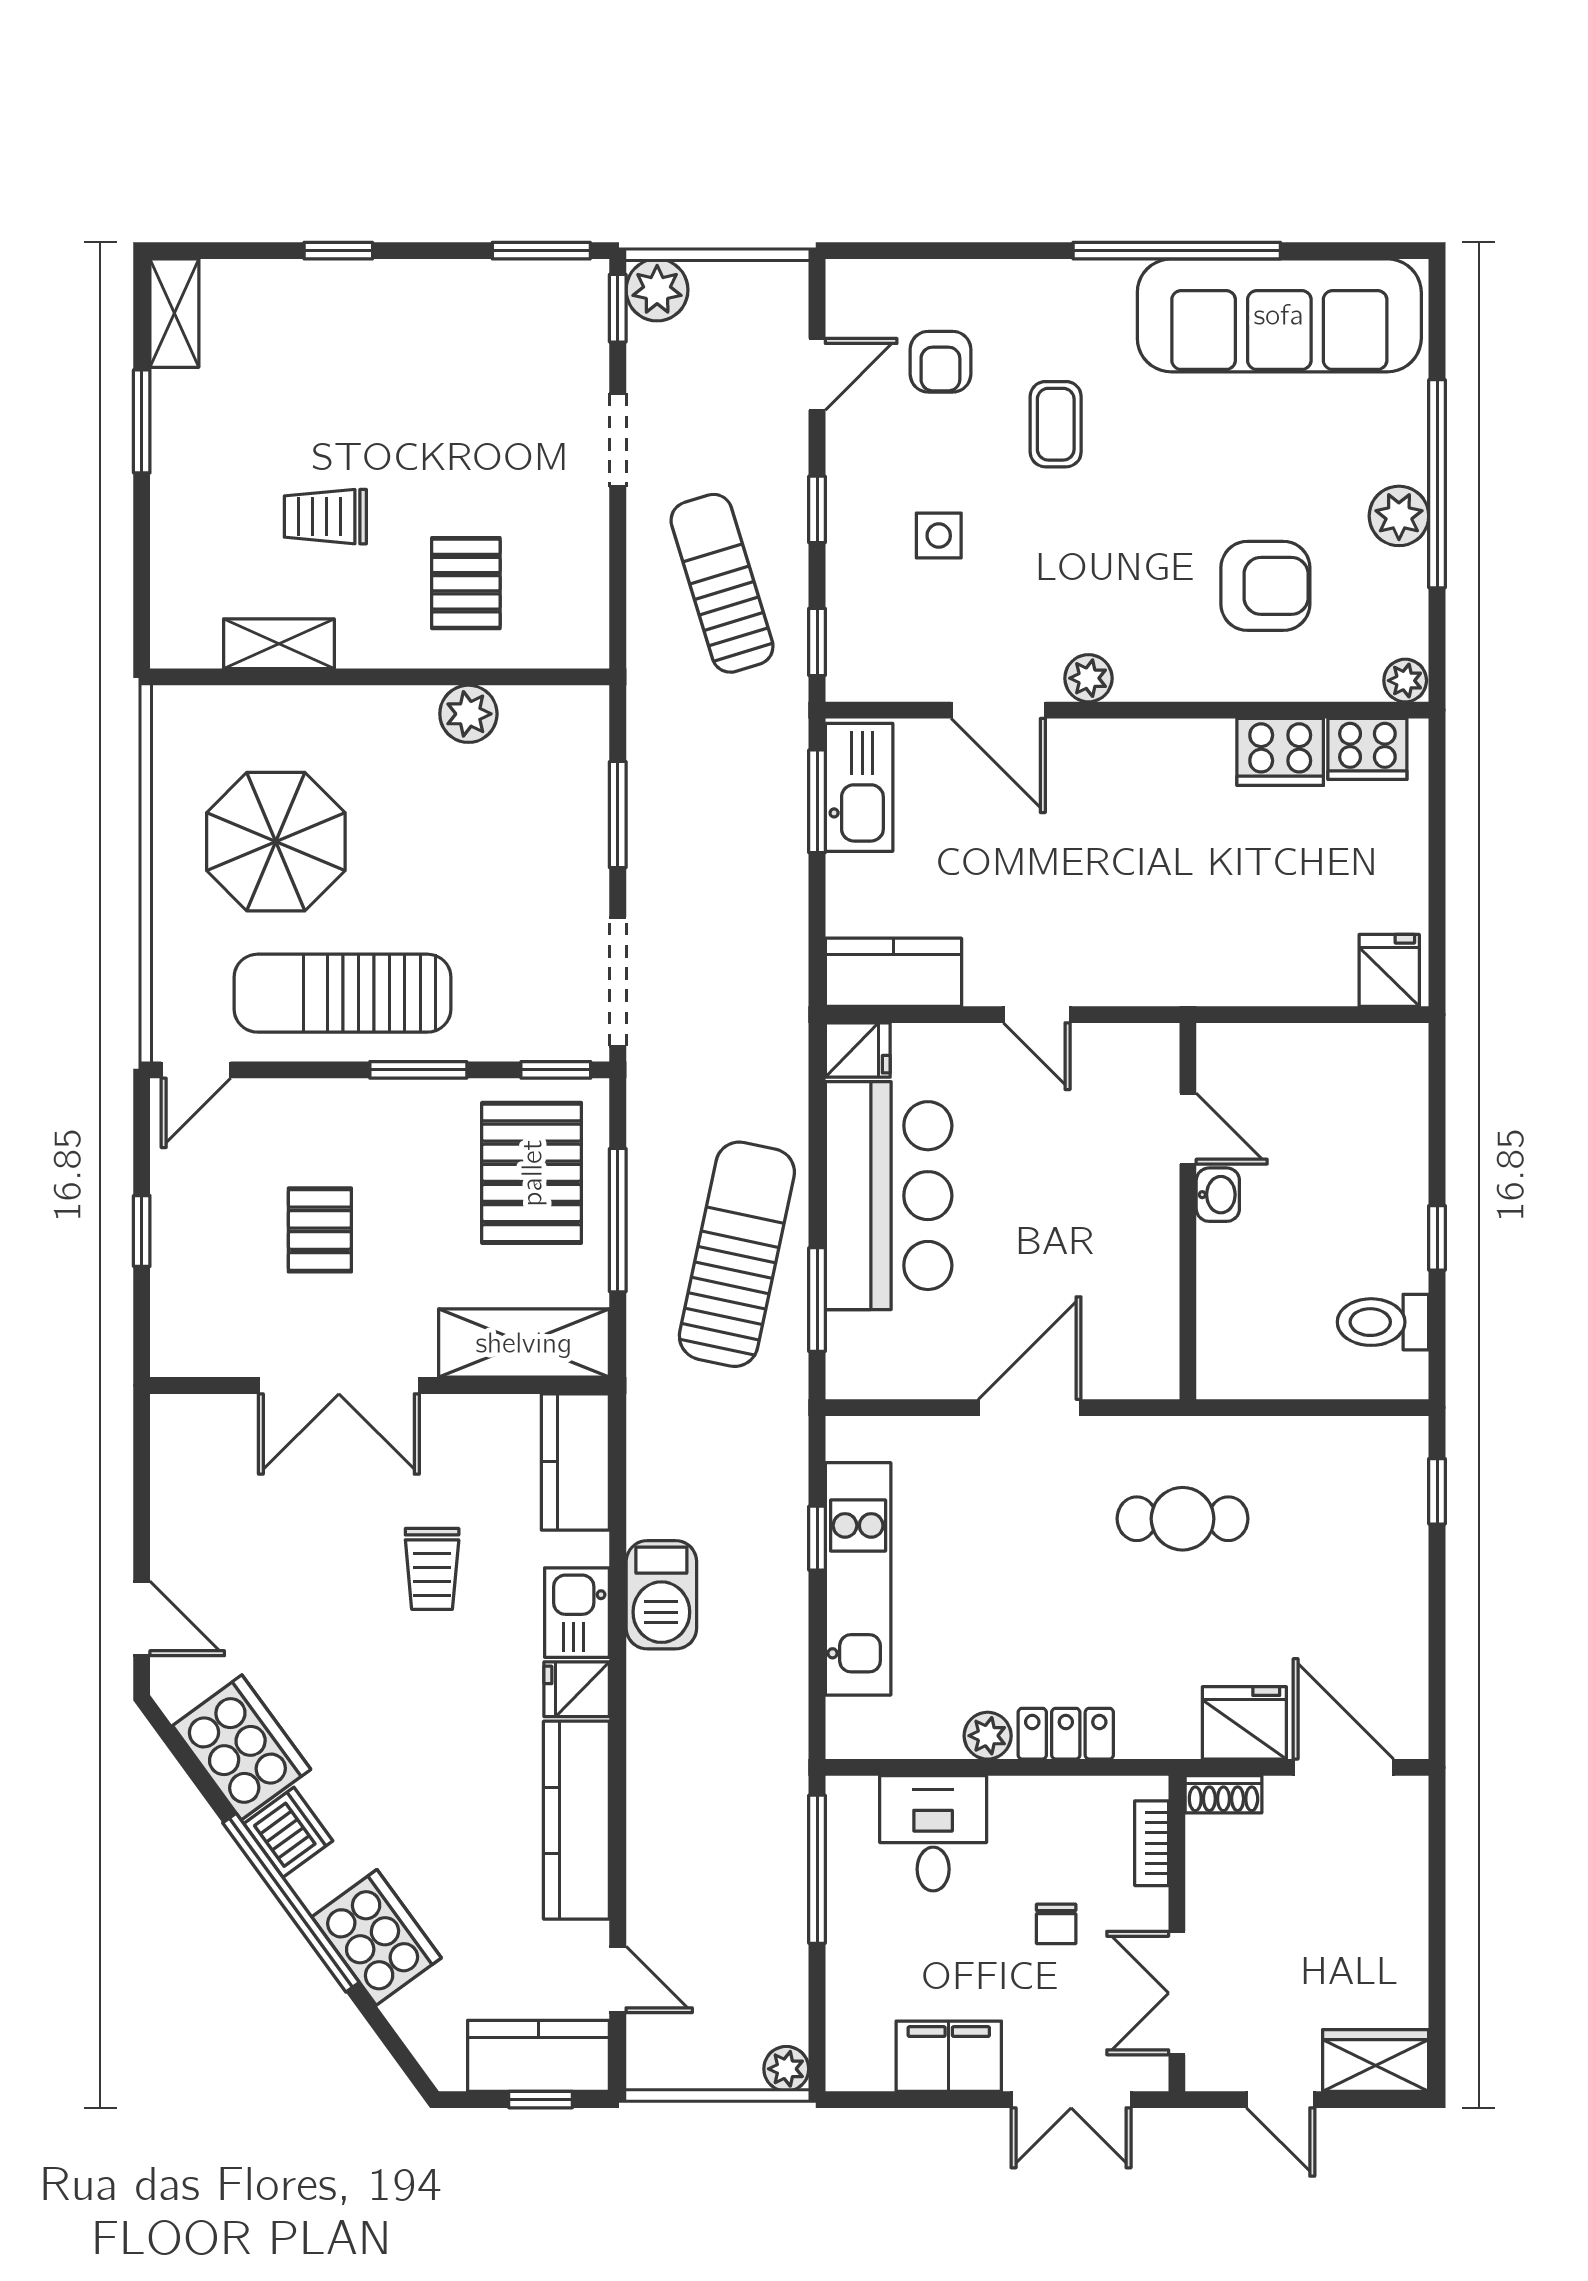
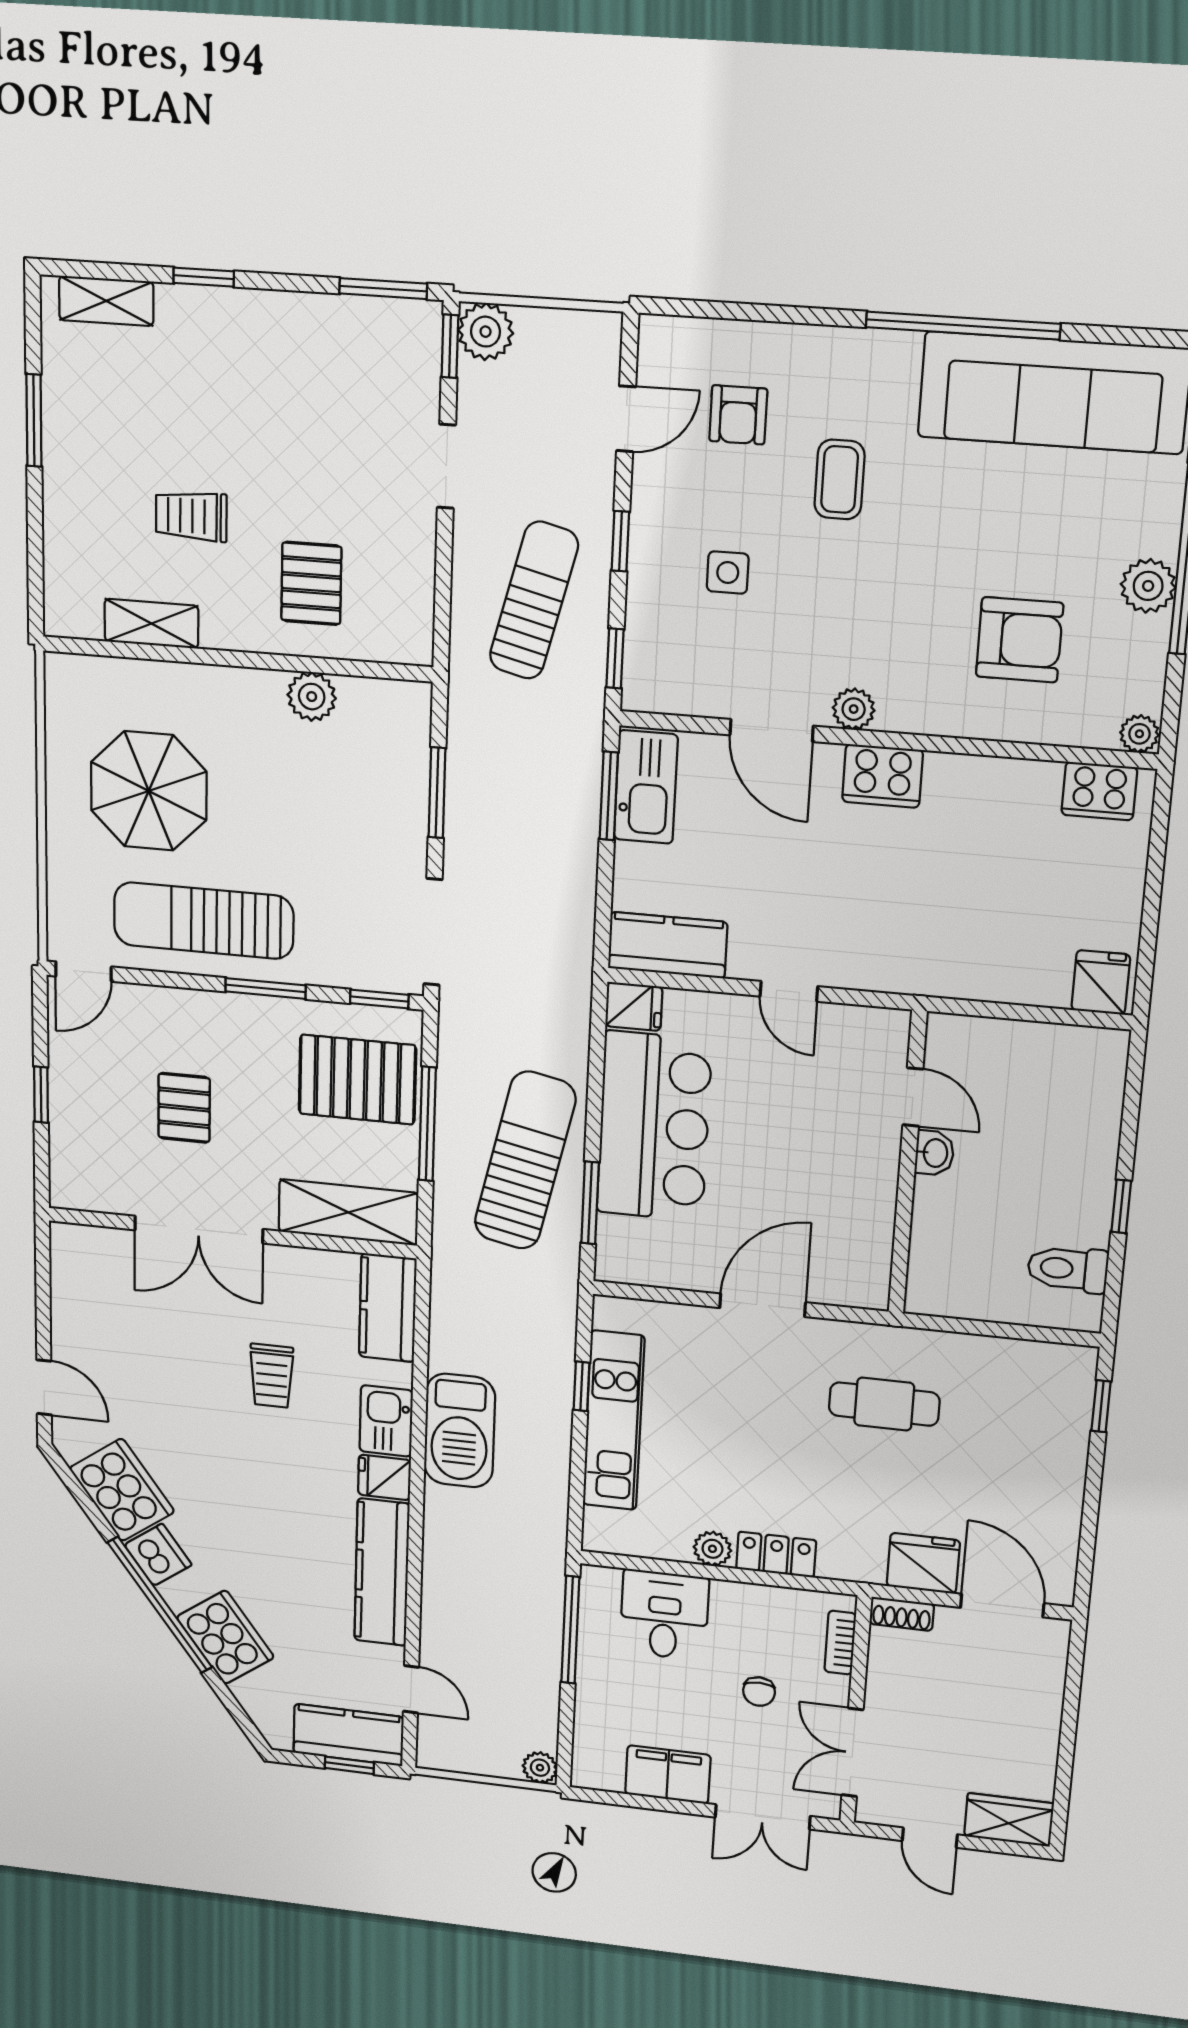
shelving: (174, 313) -> (106, 301), moved, turned 90
sun lounger: (722, 583) -> (534, 600), turned 31
cooker: (1280, 752) -> (883, 776), moved
pallet: (532, 1173) -> (357, 1080), turned 90
barbecue: (661, 1595) -> (460, 1431), width x1.37, depth x1.21

